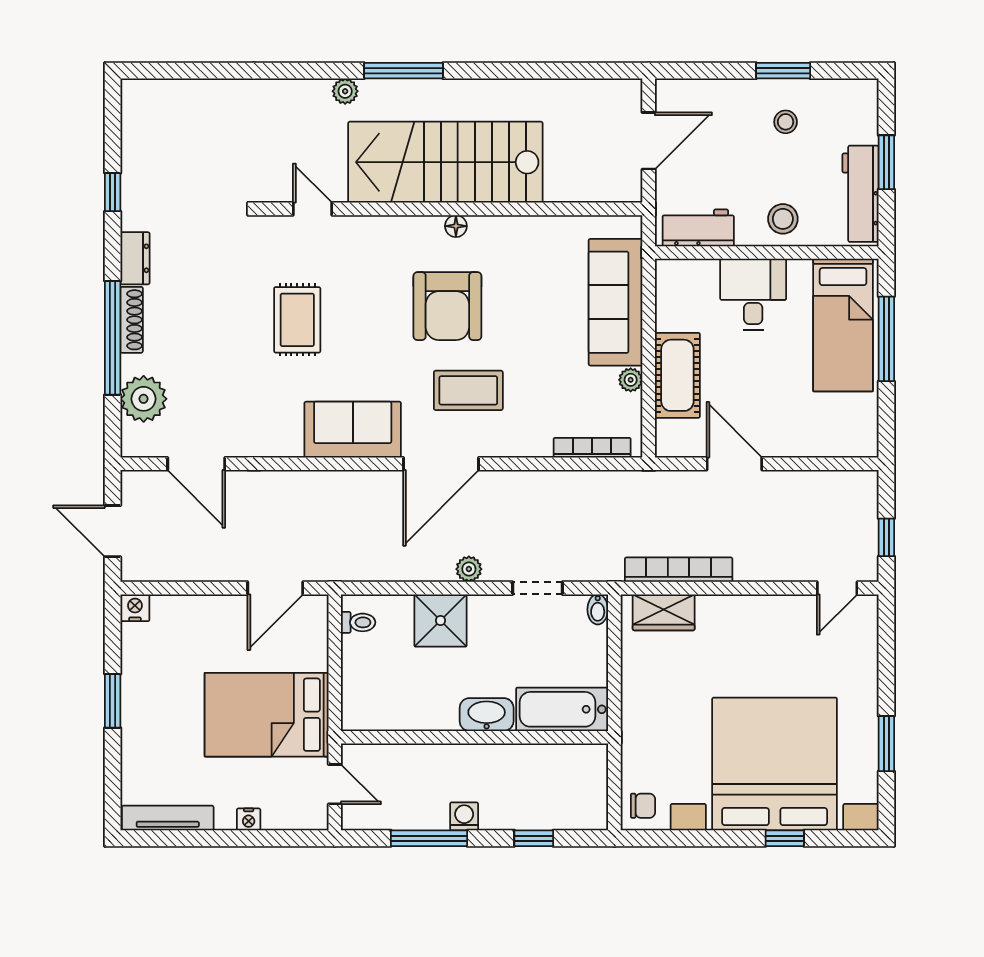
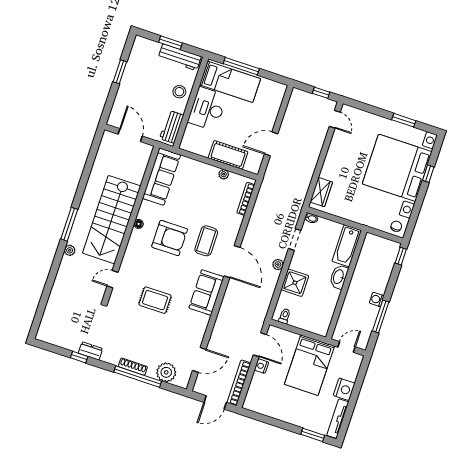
stool: (786, 122) -> (141, 78), removed
dresser: (135, 258) -> (90, 351), moved
desk: (753, 294) -> (207, 109), width x1.37
sofa: (616, 302) -> (161, 177), moved, turned -90
bookcase: (679, 570) -> (239, 383), moved
nightstand: (135, 608) -> (261, 366), moved
window: (113, 701) -> (313, 435), moved
nightstand: (249, 819) -> (344, 389), width x1.89, depth x1.79
window: (534, 838) -> (401, 256), moved

